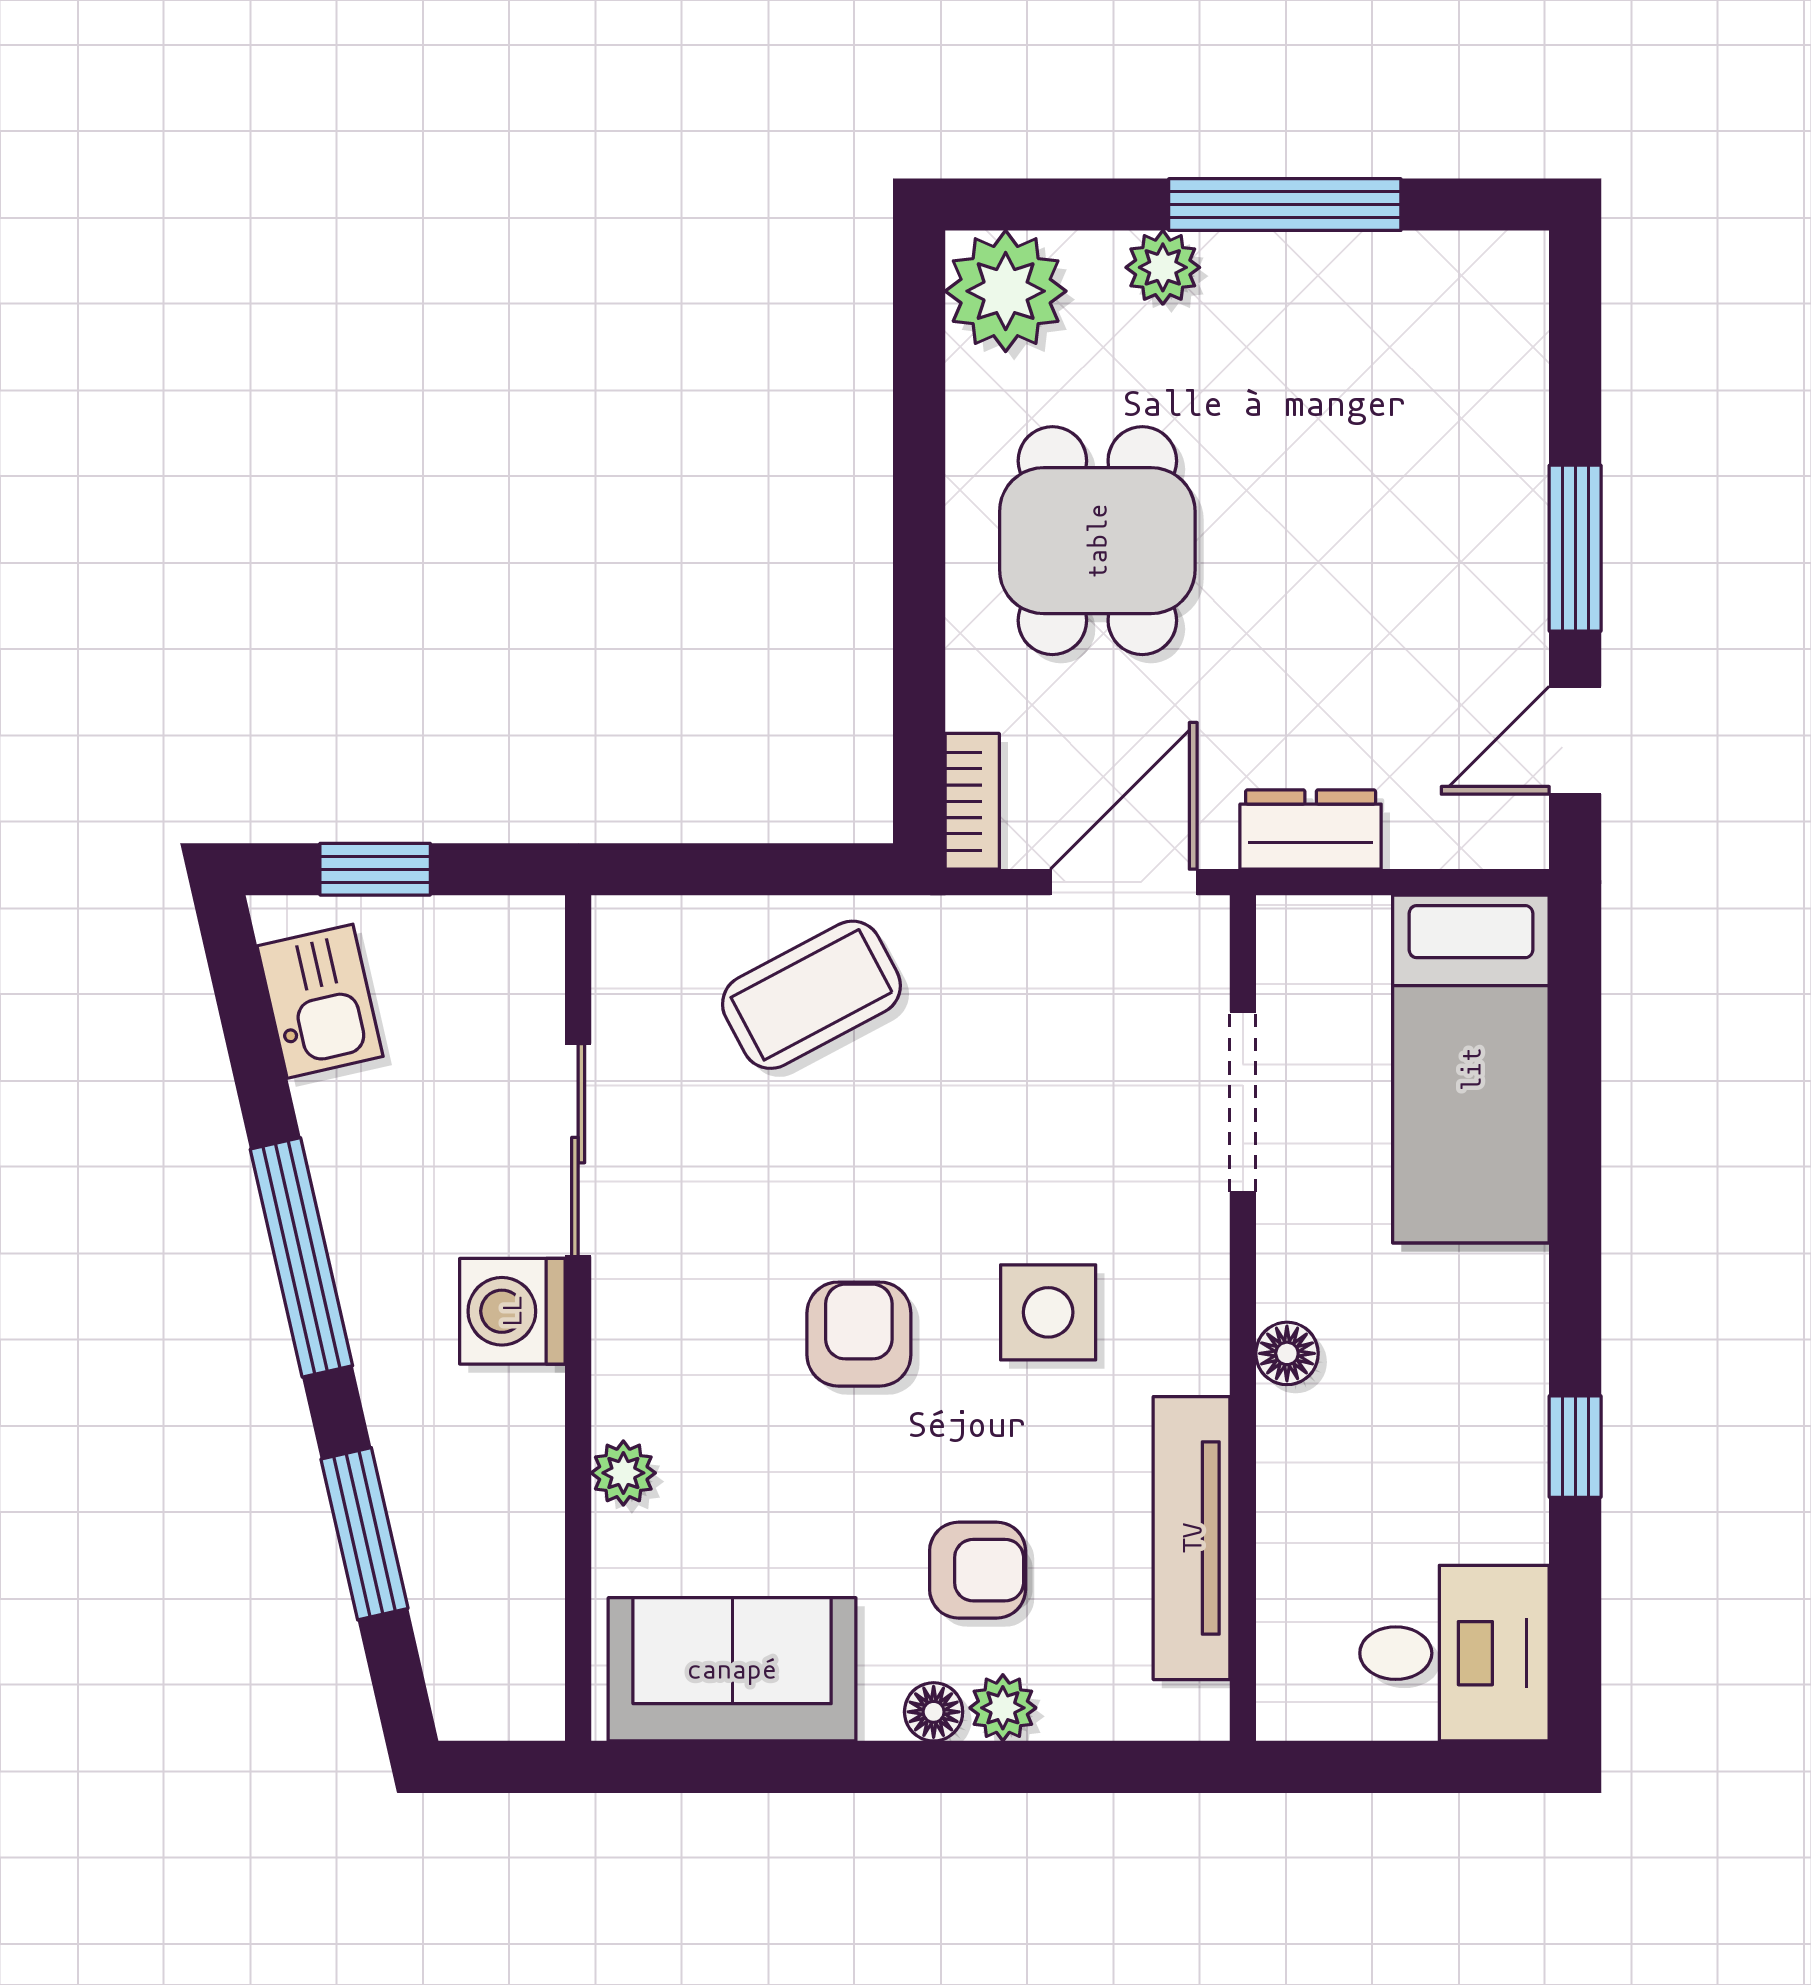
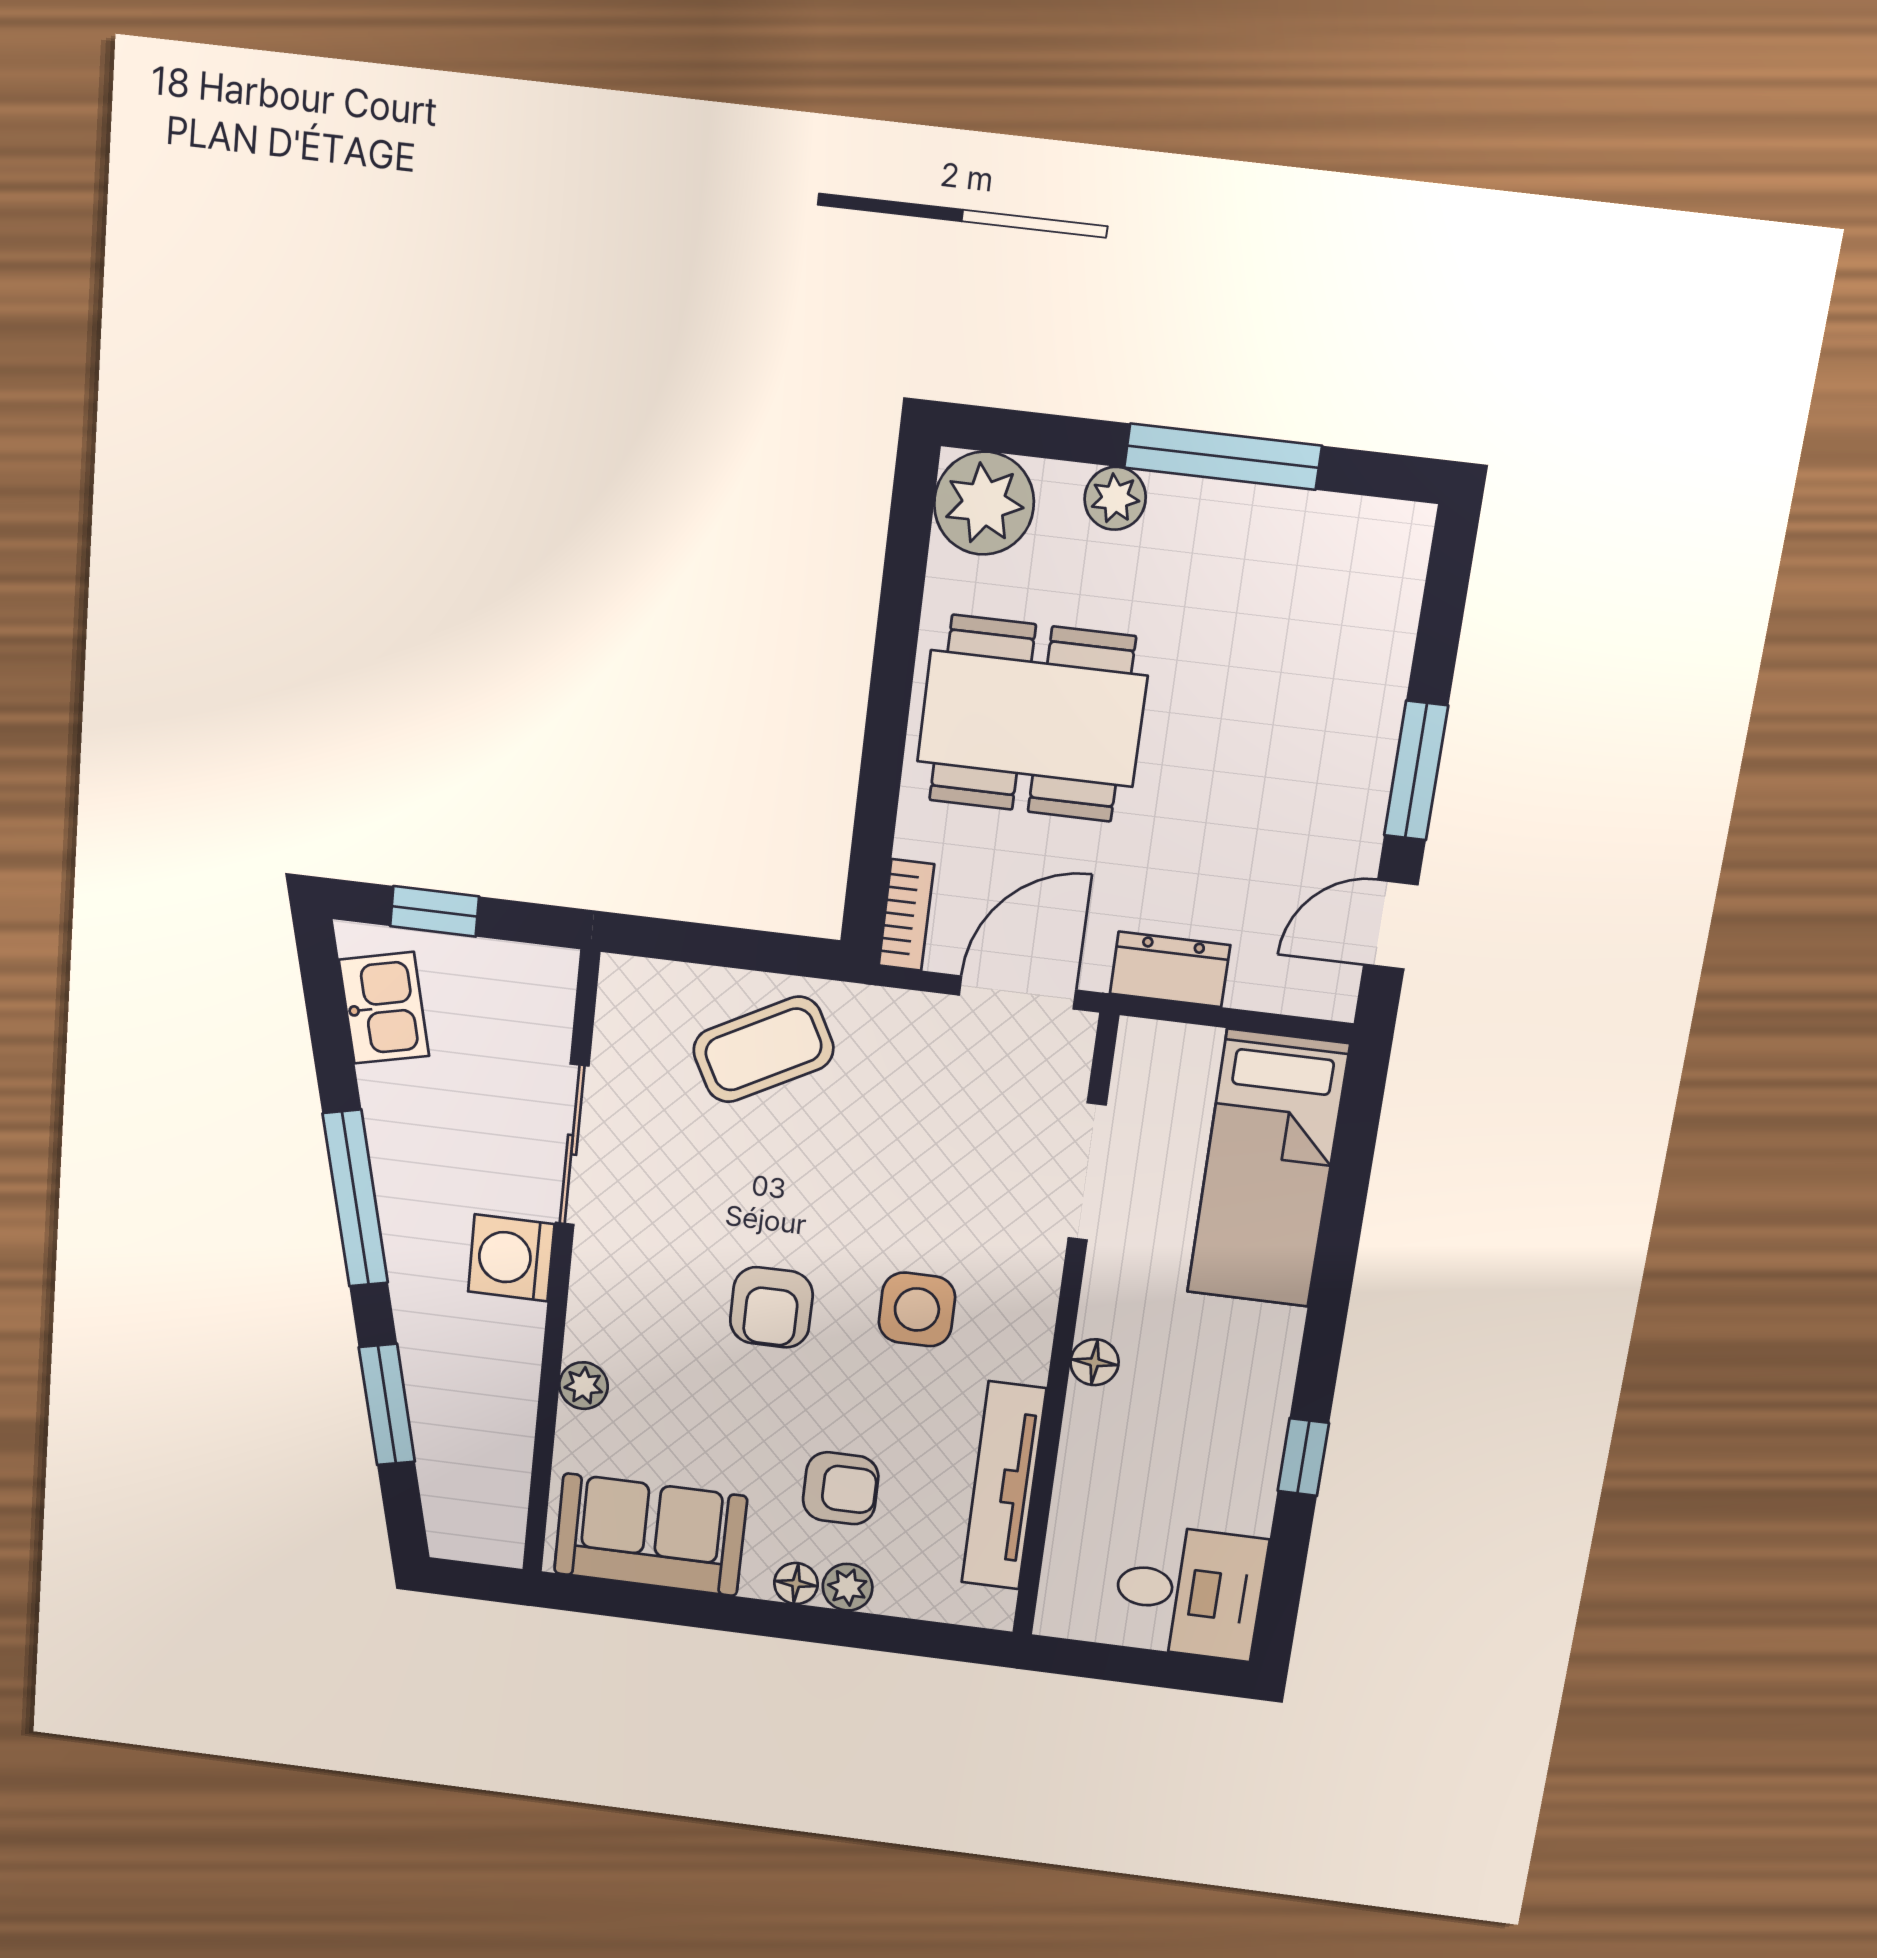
dining table: (1097, 541) -> (1032, 719), width x1.38
armchair: (859, 1334) -> (771, 1307), turned 180

